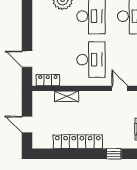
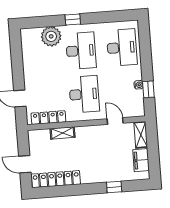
locker: (48, 80) -> (48, 118), width x1.53
locker: (78, 142) -> (56, 179), moved

